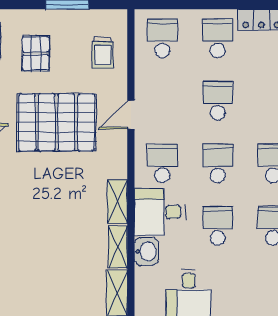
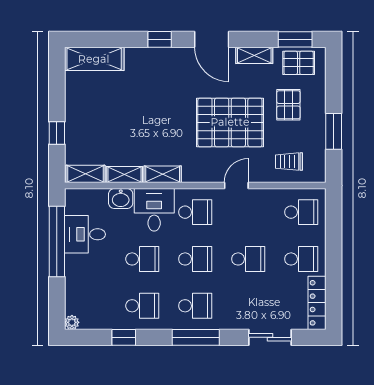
pallet: (36, 53) -> (288, 105), turned 90
door: (131, 115) -> (236, 185), hinge flipped
pallet: (57, 122) -> (230, 122), turned 90

